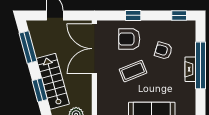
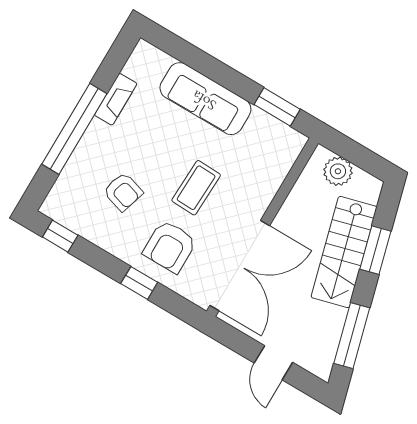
armchair: (129, 39) -> (170, 247), turned 90
fireplace: (190, 69) -> (116, 99), moved
coffee table: (133, 71) -> (196, 188), turned -66

